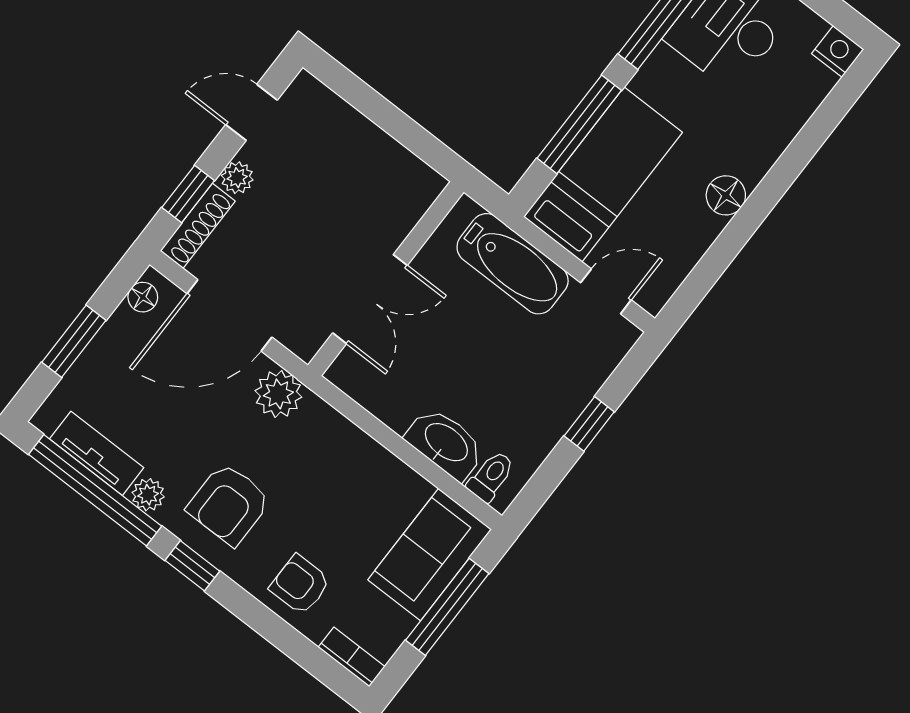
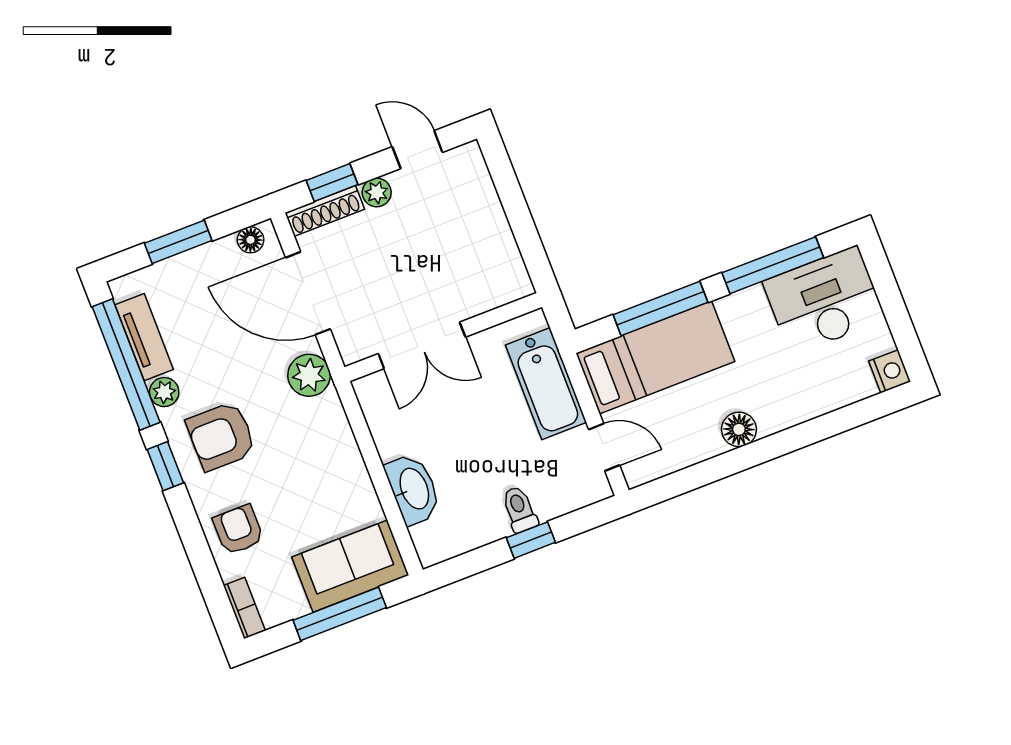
toilet: (491, 476) -> (519, 509), moved, turned -90

